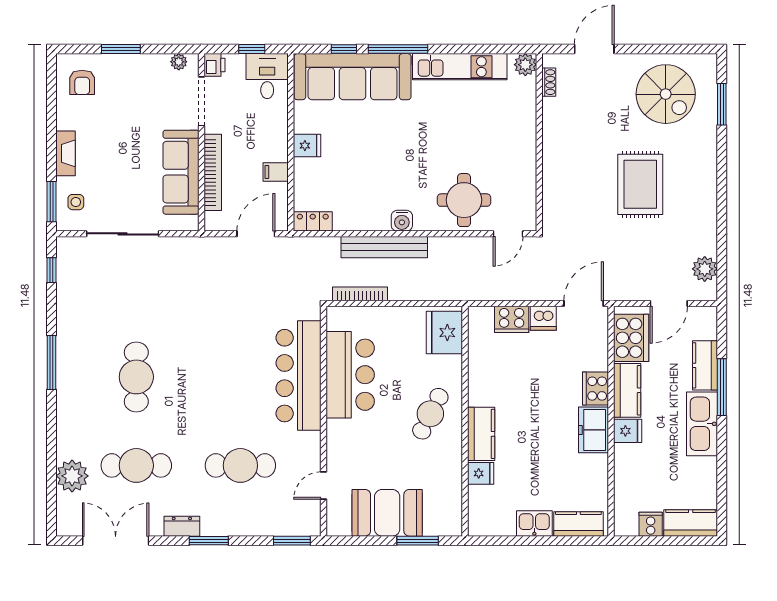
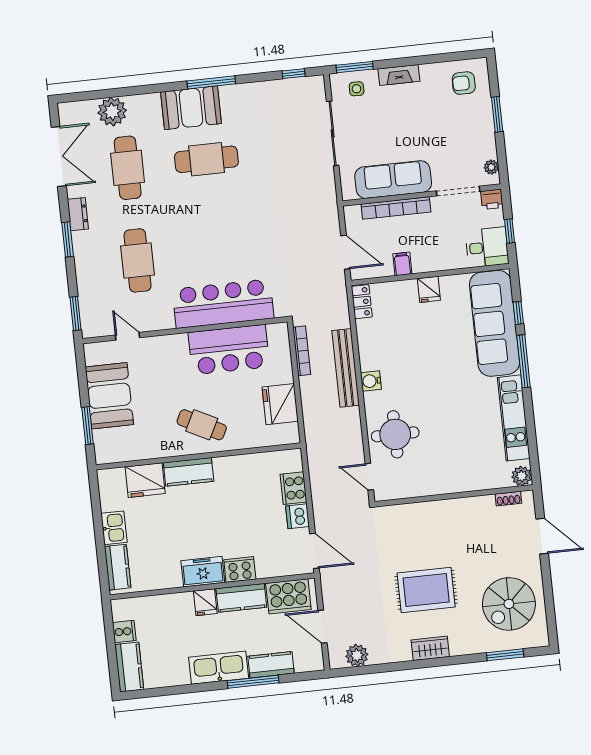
wardrobe: (706, 187) -> (430, 648), added
fridge: (444, 333) -> (280, 404), moved, turned -90
booth: (77, 388) -> (191, 108), added
fridge: (481, 473) -> (145, 480), width x1.88, depth x1.34

